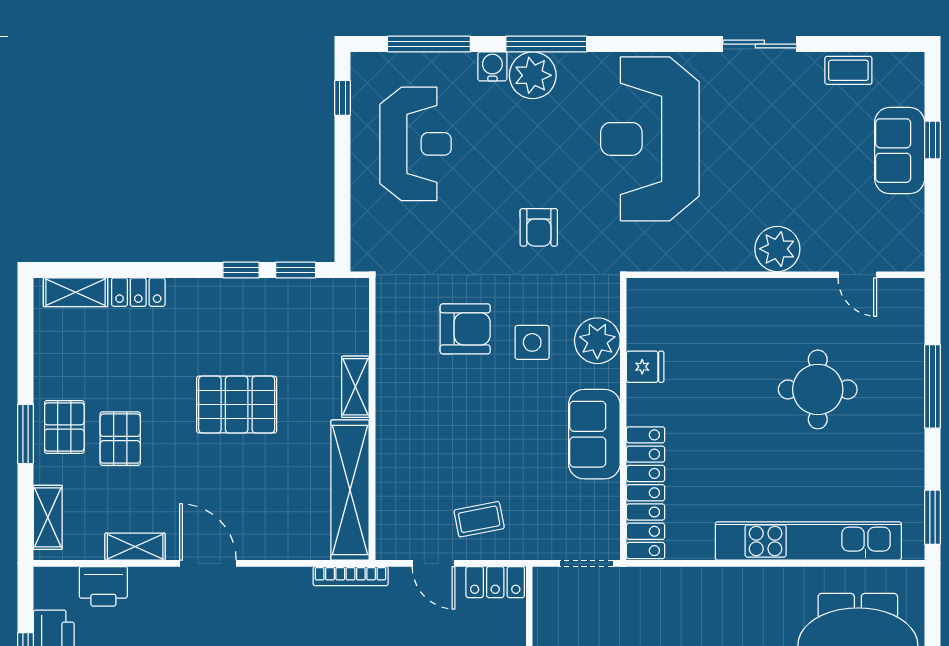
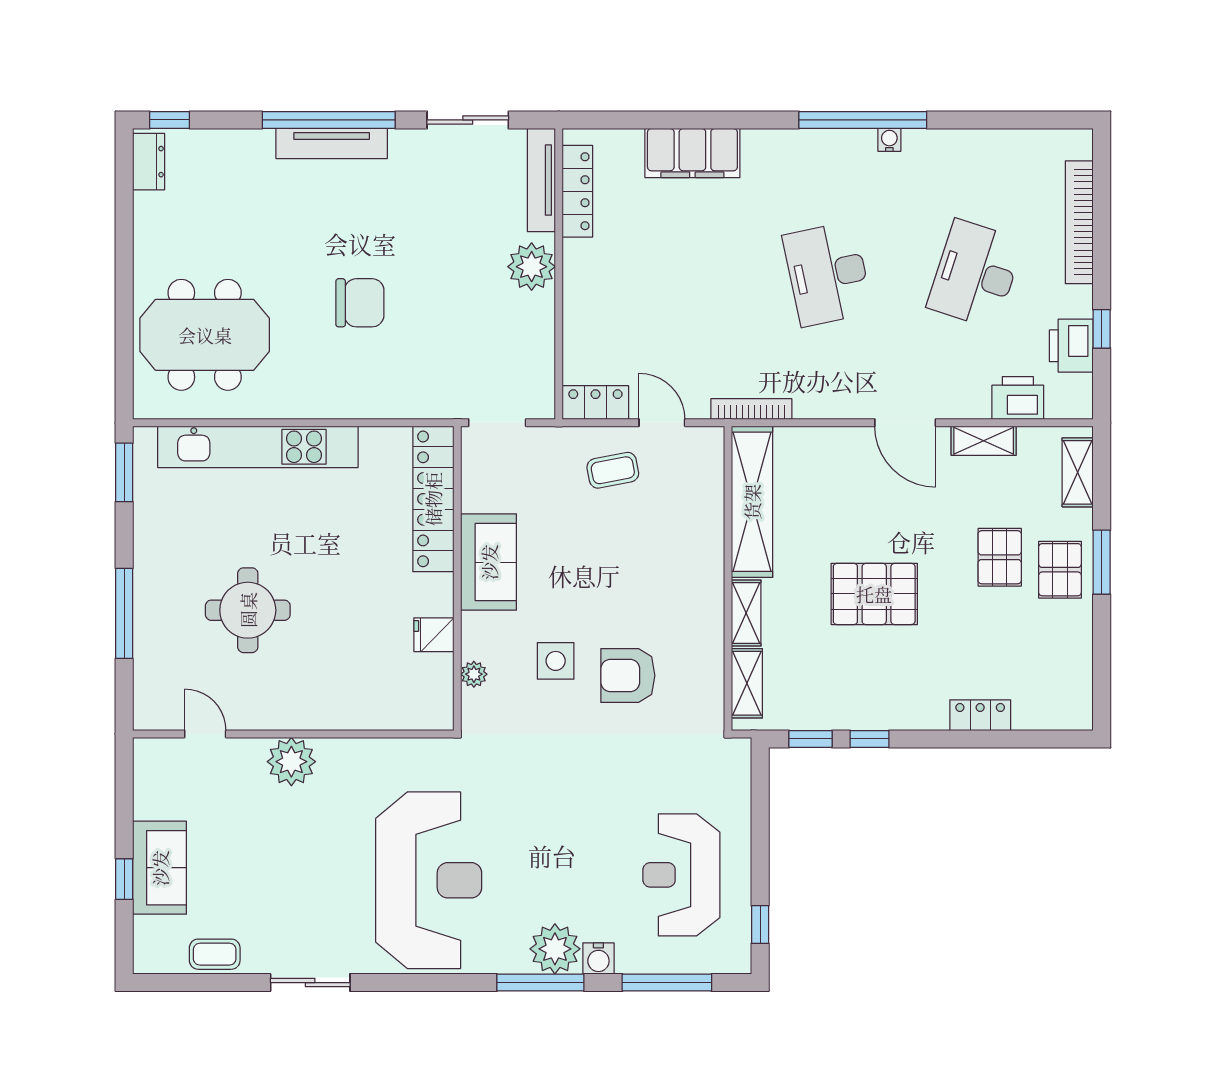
armchair: (539, 227) -> (548, 785), removed
shelving: (75, 292) -> (747, 683), moved, turned 90
plant: (597, 341) -> (474, 674), width x0.53, depth x0.53

